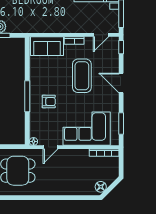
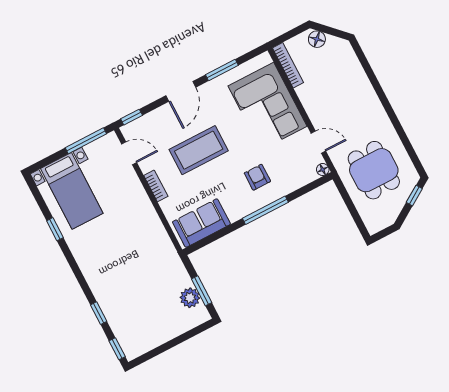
sofa: (47, 46) -> (201, 223), moved, turned -90
window: (121, 124) -> (222, 70), moved
floor lamp: (101, 187) -> (317, 39), moved

